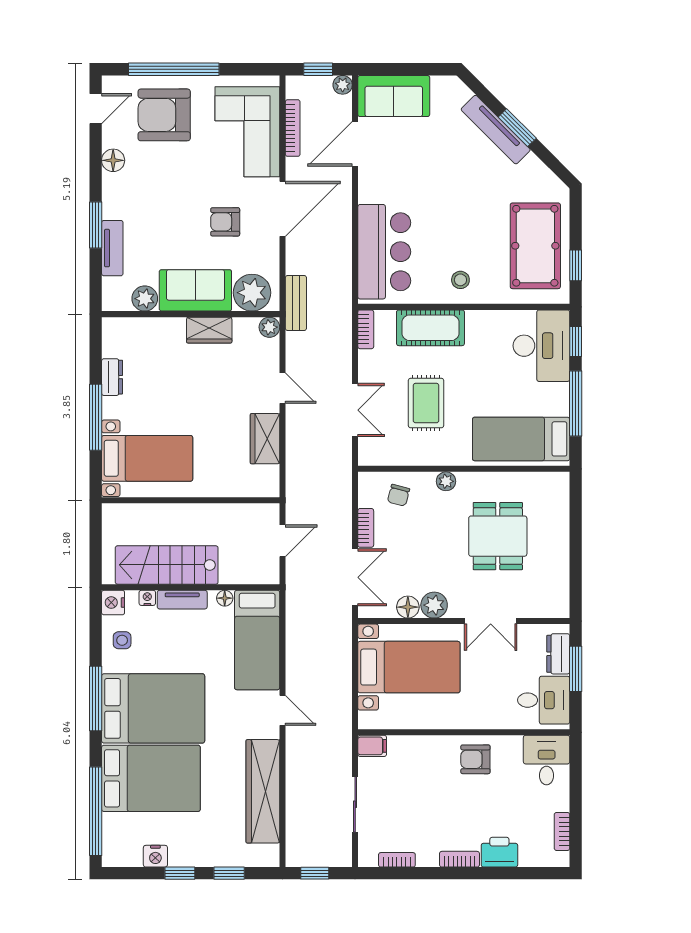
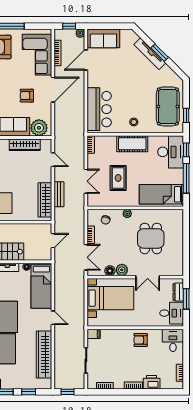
bench: (296, 303) -> (59, 194), moved
plant: (269, 327) -> (47, 144), removed
cot: (430, 328) -> (132, 144), moved
wardrobe: (209, 330) -> (25, 145), width x1.50
door: (282, 388) -> (53, 160), moved
wardrobe: (265, 439) -> (45, 200), width x1.50

